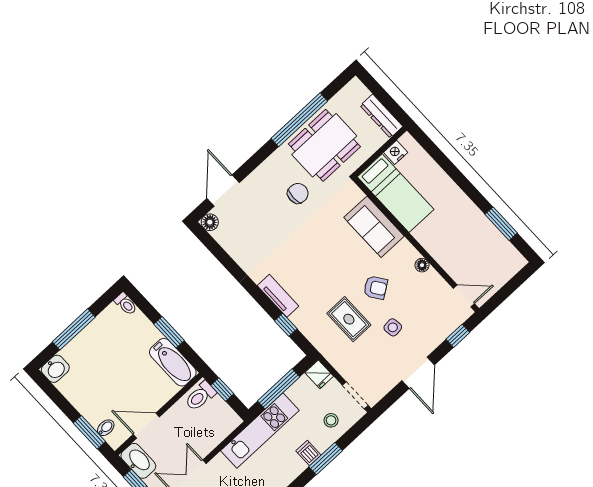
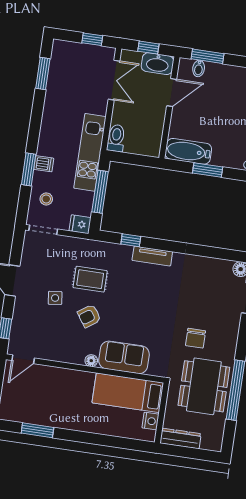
floor lamp: (422, 265) -> (91, 361), moved
window: (222, 389) -> (139, 160), removed
toilet: (200, 396) -> (116, 138), moved

